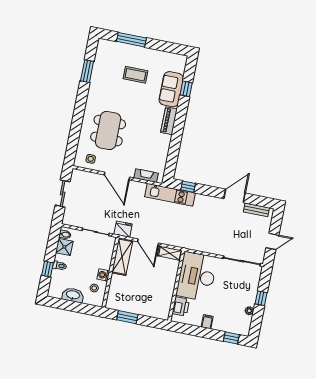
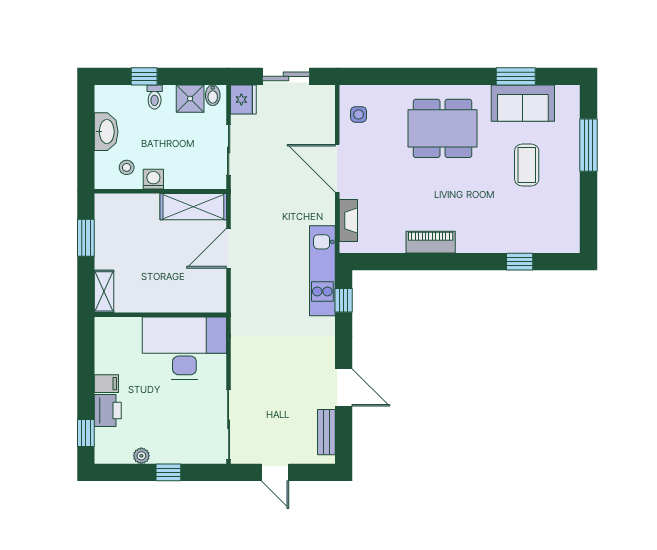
sofa: (171, 89) -> (523, 103), moved, turned 180
piano: (169, 121) -> (431, 242), moved
dining table: (108, 130) -> (442, 128), moved
door: (117, 176) -> (337, 168), hinge flipped
fridge: (123, 229) -> (243, 100), moved
shelving: (170, 253) -> (104, 291), moved
printer: (181, 306) -> (108, 410), moved, turned -90

